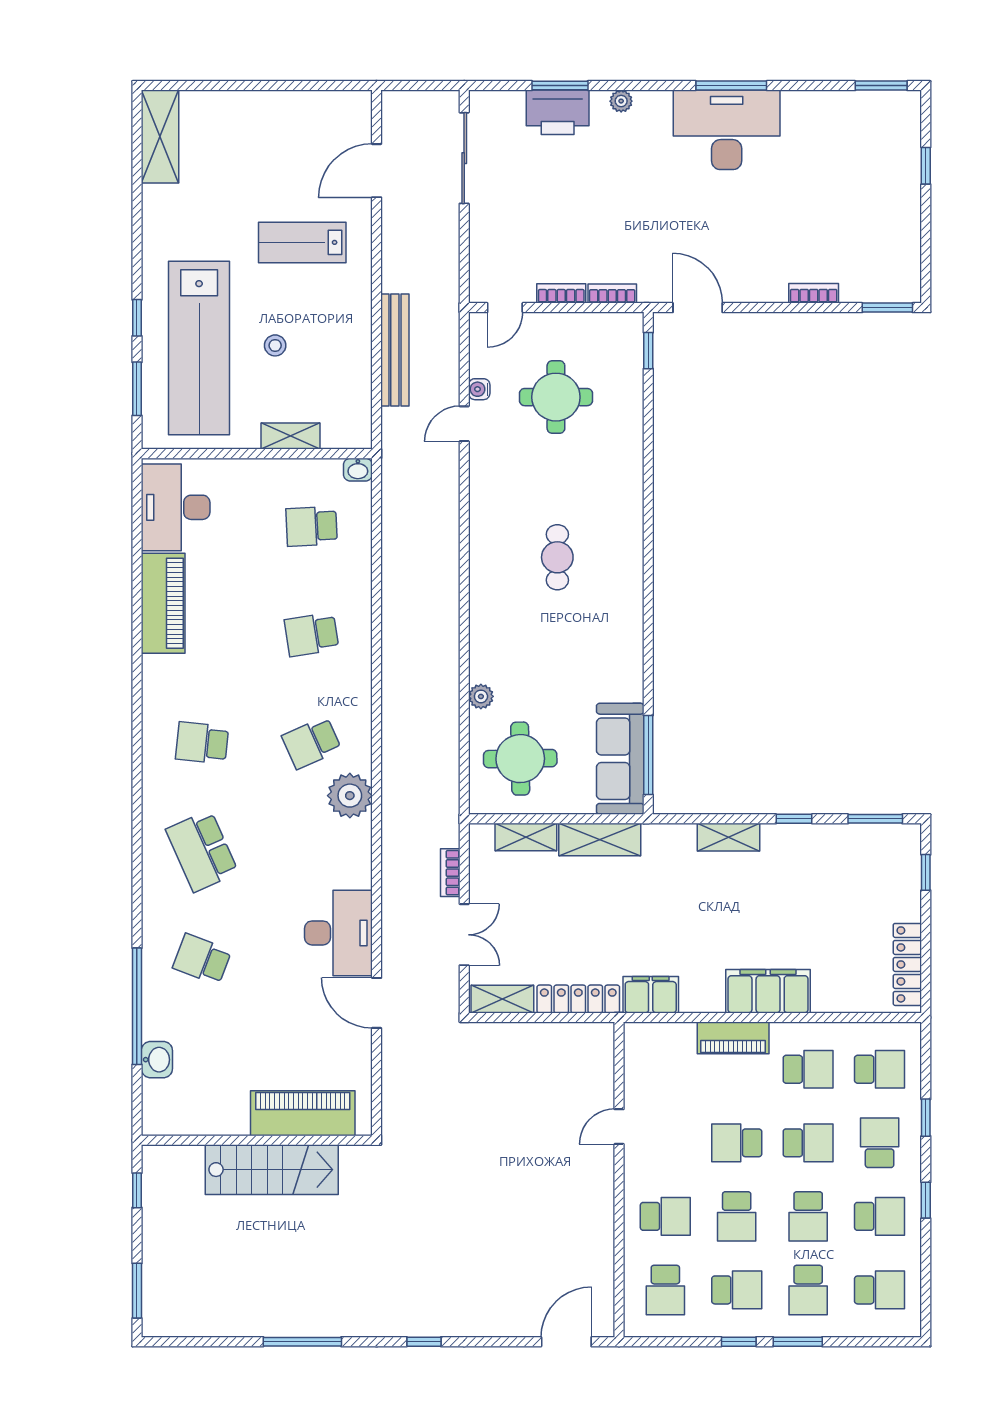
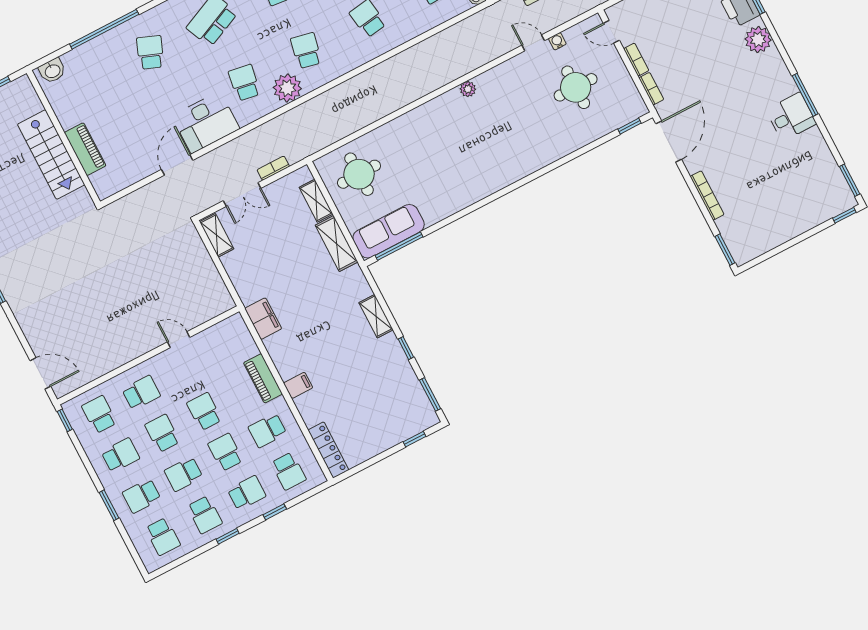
plant: (621, 101) -> (758, 40), width x1.88, depth x1.88
desk: (727, 130) -> (791, 117), width x0.53, depth x0.77
window: (926, 166) -> (844, 215), moved
bookcase: (814, 293) -> (707, 195), width x1.56
door: (698, 308) -> (669, 141), width x1.36
cafe table: (557, 557) -> (485, 136), removed
plant: (481, 696) -> (468, 89), moved
school desk: (312, 743) -> (306, 51), turned 36
school desk: (312, 851) -> (244, 83), added
locker: (907, 964) -> (328, 450), moved, turned 90
filing cabinet: (768, 991) -> (298, 385), width x0.33, depth x0.86
locker: (578, 999) -> (239, 279), removed
washbasin: (157, 1060) -> (52, 71), moved
school desk: (808, 1069) -> (267, 430), turned 90
piano: (303, 1113) -> (85, 149), width x0.73, depth x0.75
school desk: (808, 1143) -> (225, 452), turned 180
school desk: (665, 1216) -> (141, 393), turned -90
school desk: (737, 1216) -> (162, 433), turned 90
school desk: (665, 1290) -> (99, 414), turned 90
school desk: (737, 1290) -> (120, 455), turned -90
window: (739, 1342) -> (65, 420), moved

